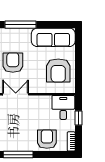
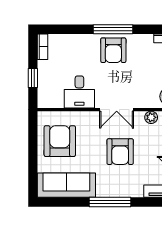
desk: (63, 107) -> (79, 92), moved
armchair: (47, 139) -> (113, 50), moved

